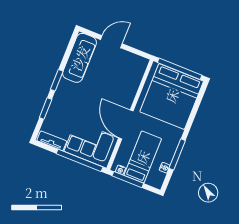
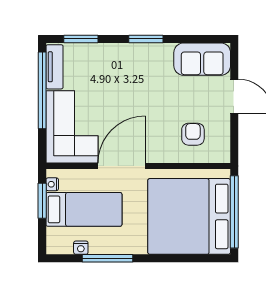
sofa: (80, 58) -> (202, 59), width x0.73
armchair: (124, 75) -> (193, 134), added
window: (46, 109) -> (81, 39), moved
window: (80, 160) -> (42, 90), moved
window: (128, 180) -> (42, 201), width x0.69

